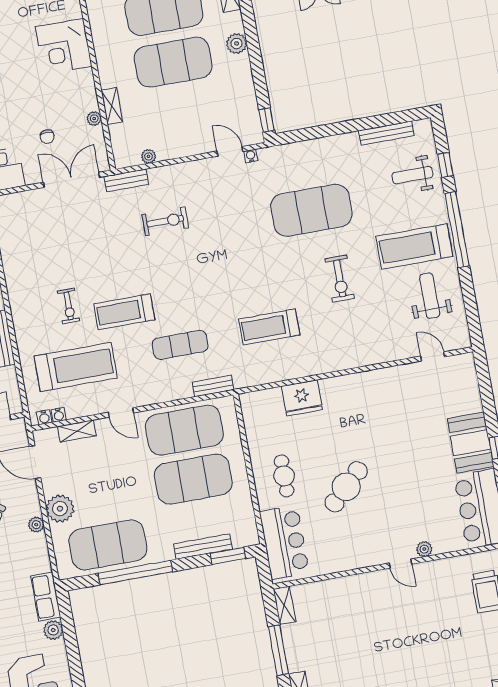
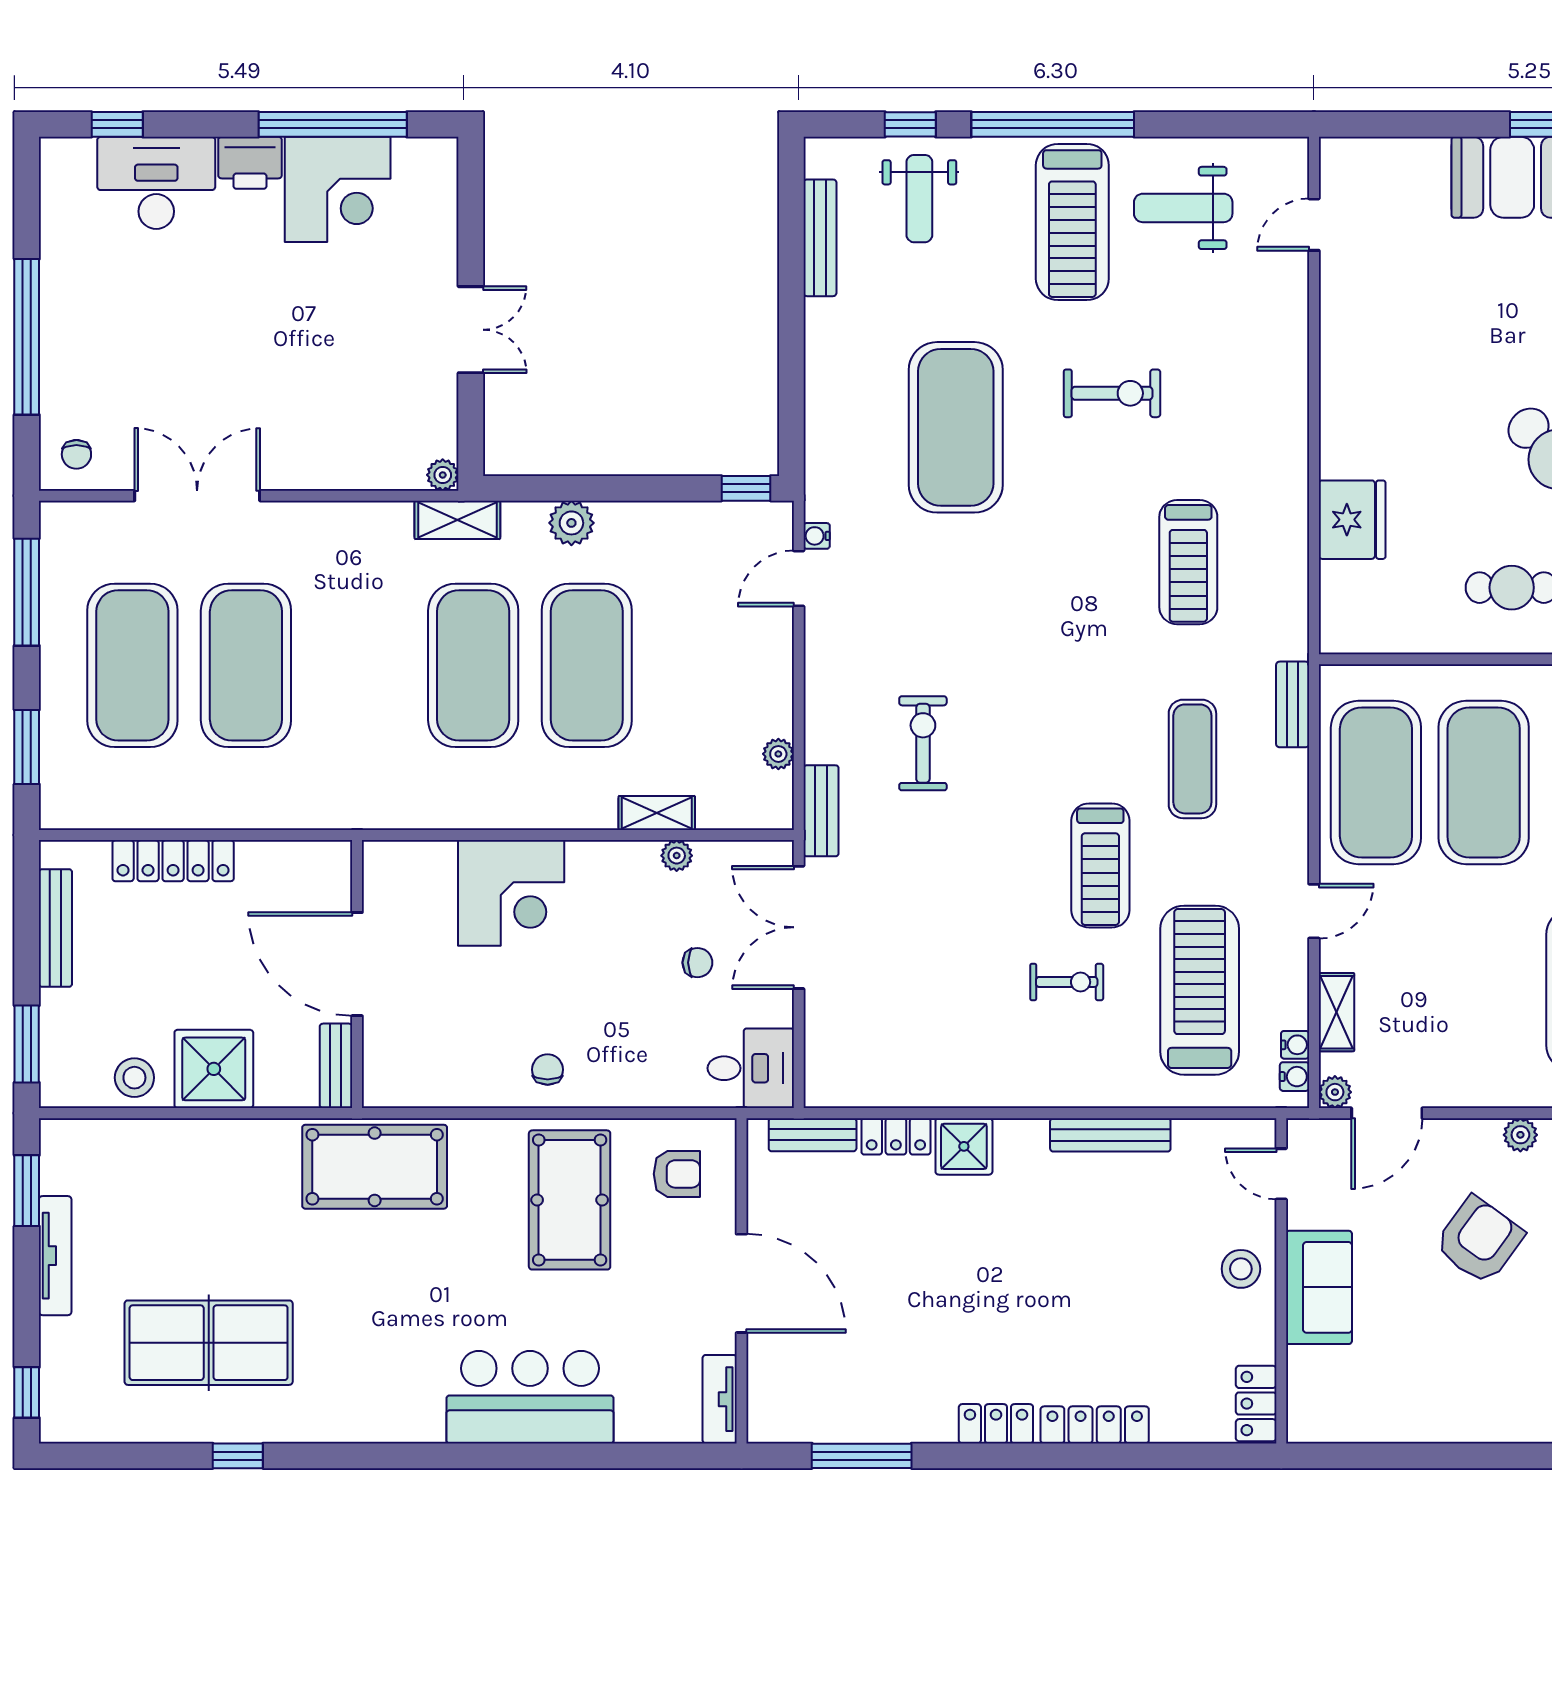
plant: (60, 509) -> (1335, 1092), moved, width x0.53, depth x0.53

